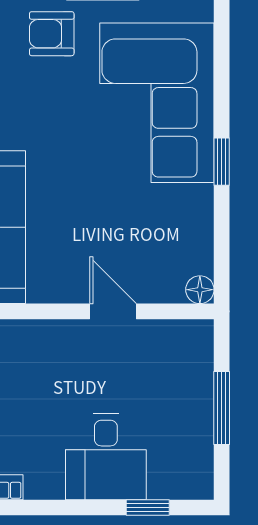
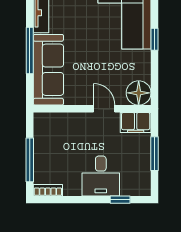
floor lamp: (200, 290) -> (139, 93), width x1.89, depth x1.89
filing cabinet: (181, 341) -> (136, 123), added

